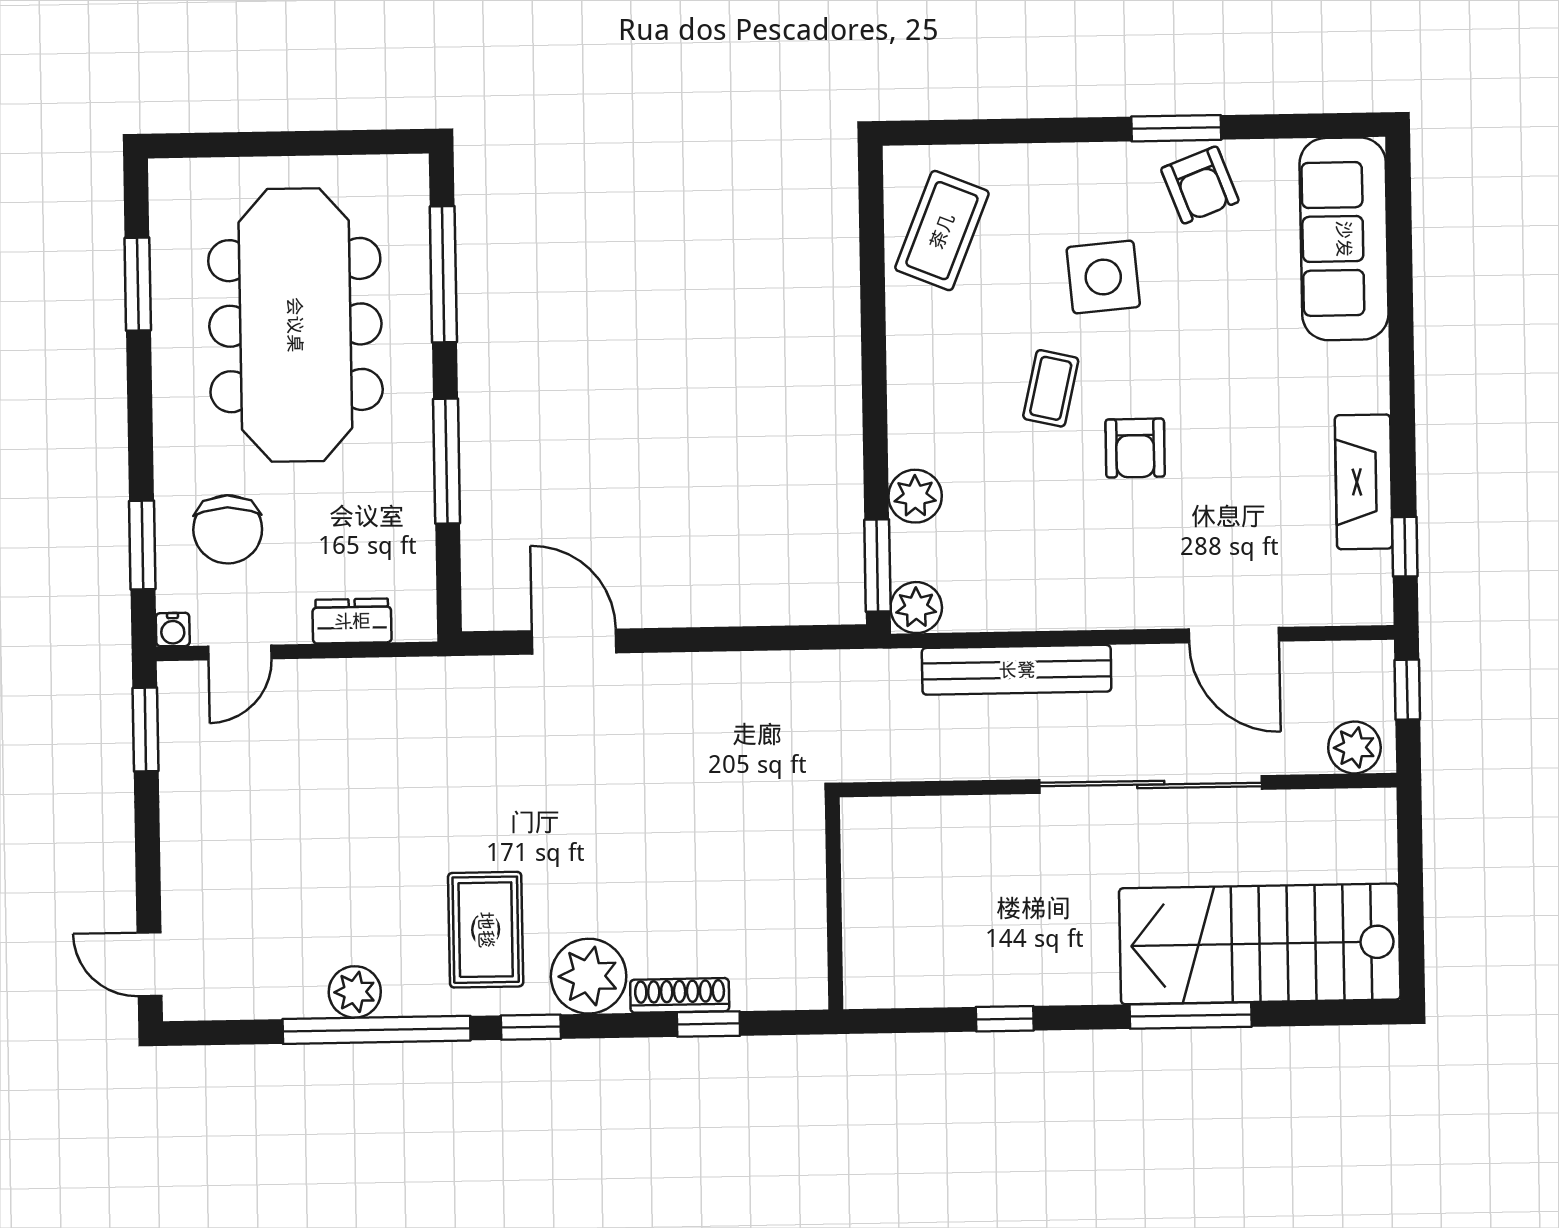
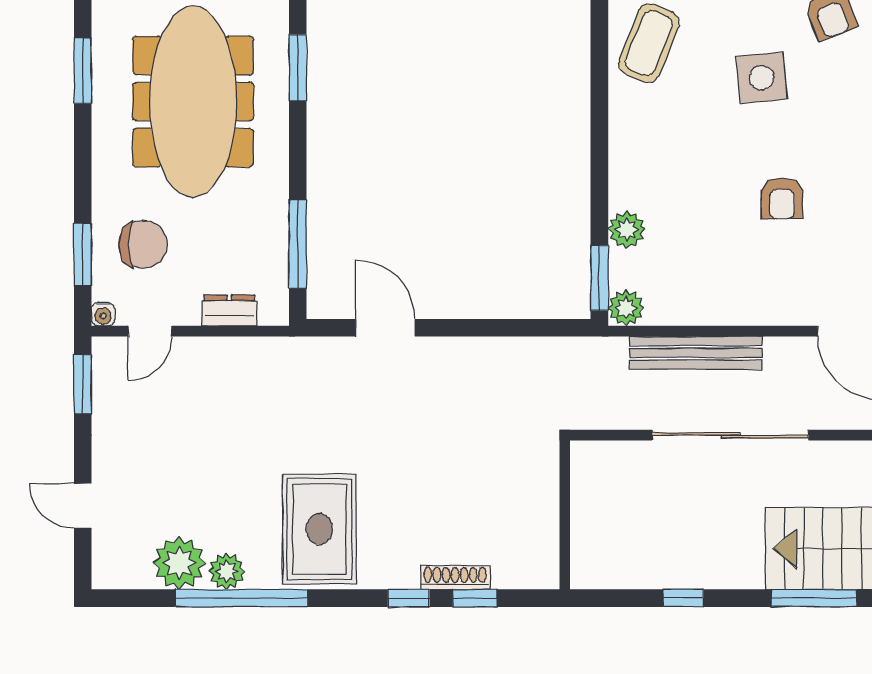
window: (443, 274) -> (298, 68), width x0.69
coffee table: (1051, 388) -> (723, 155), removed
window: (447, 461) -> (298, 244), moved
chair: (228, 529) -> (143, 244), turned -90
sliding door: (1151, 784) -> (730, 435), moved
rug: (486, 930) -> (319, 529), width x1.36, depth x1.43
door: (150, 964) -> (83, 506), moved
plant: (589, 976) -> (179, 563), moved
window: (531, 1027) -> (409, 598), moved

